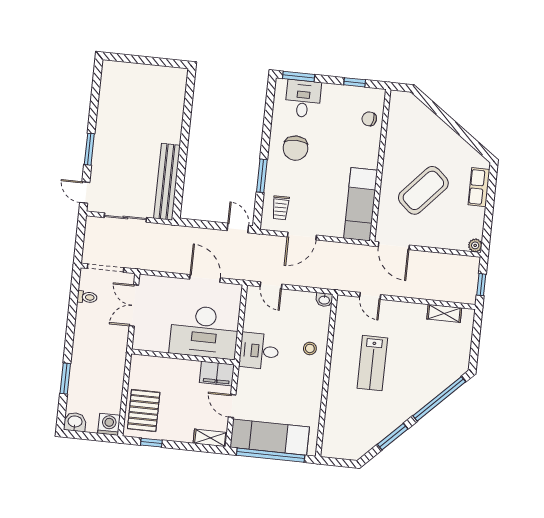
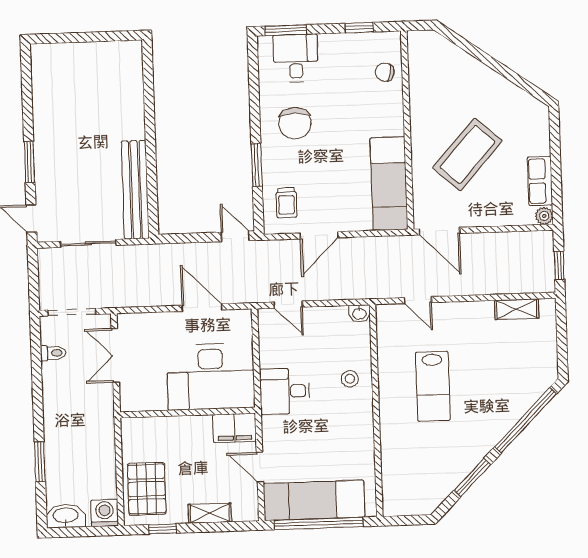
row of seats: (479, 187) -> (540, 181), moved
washbasin: (75, 422) -> (66, 516), width x1.38
shelving: (210, 438) -> (210, 513), moved

